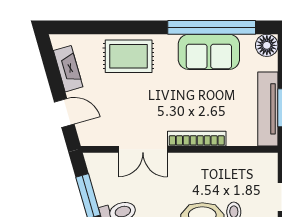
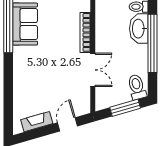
rug: (129, 56) -> (28, 80), removed

